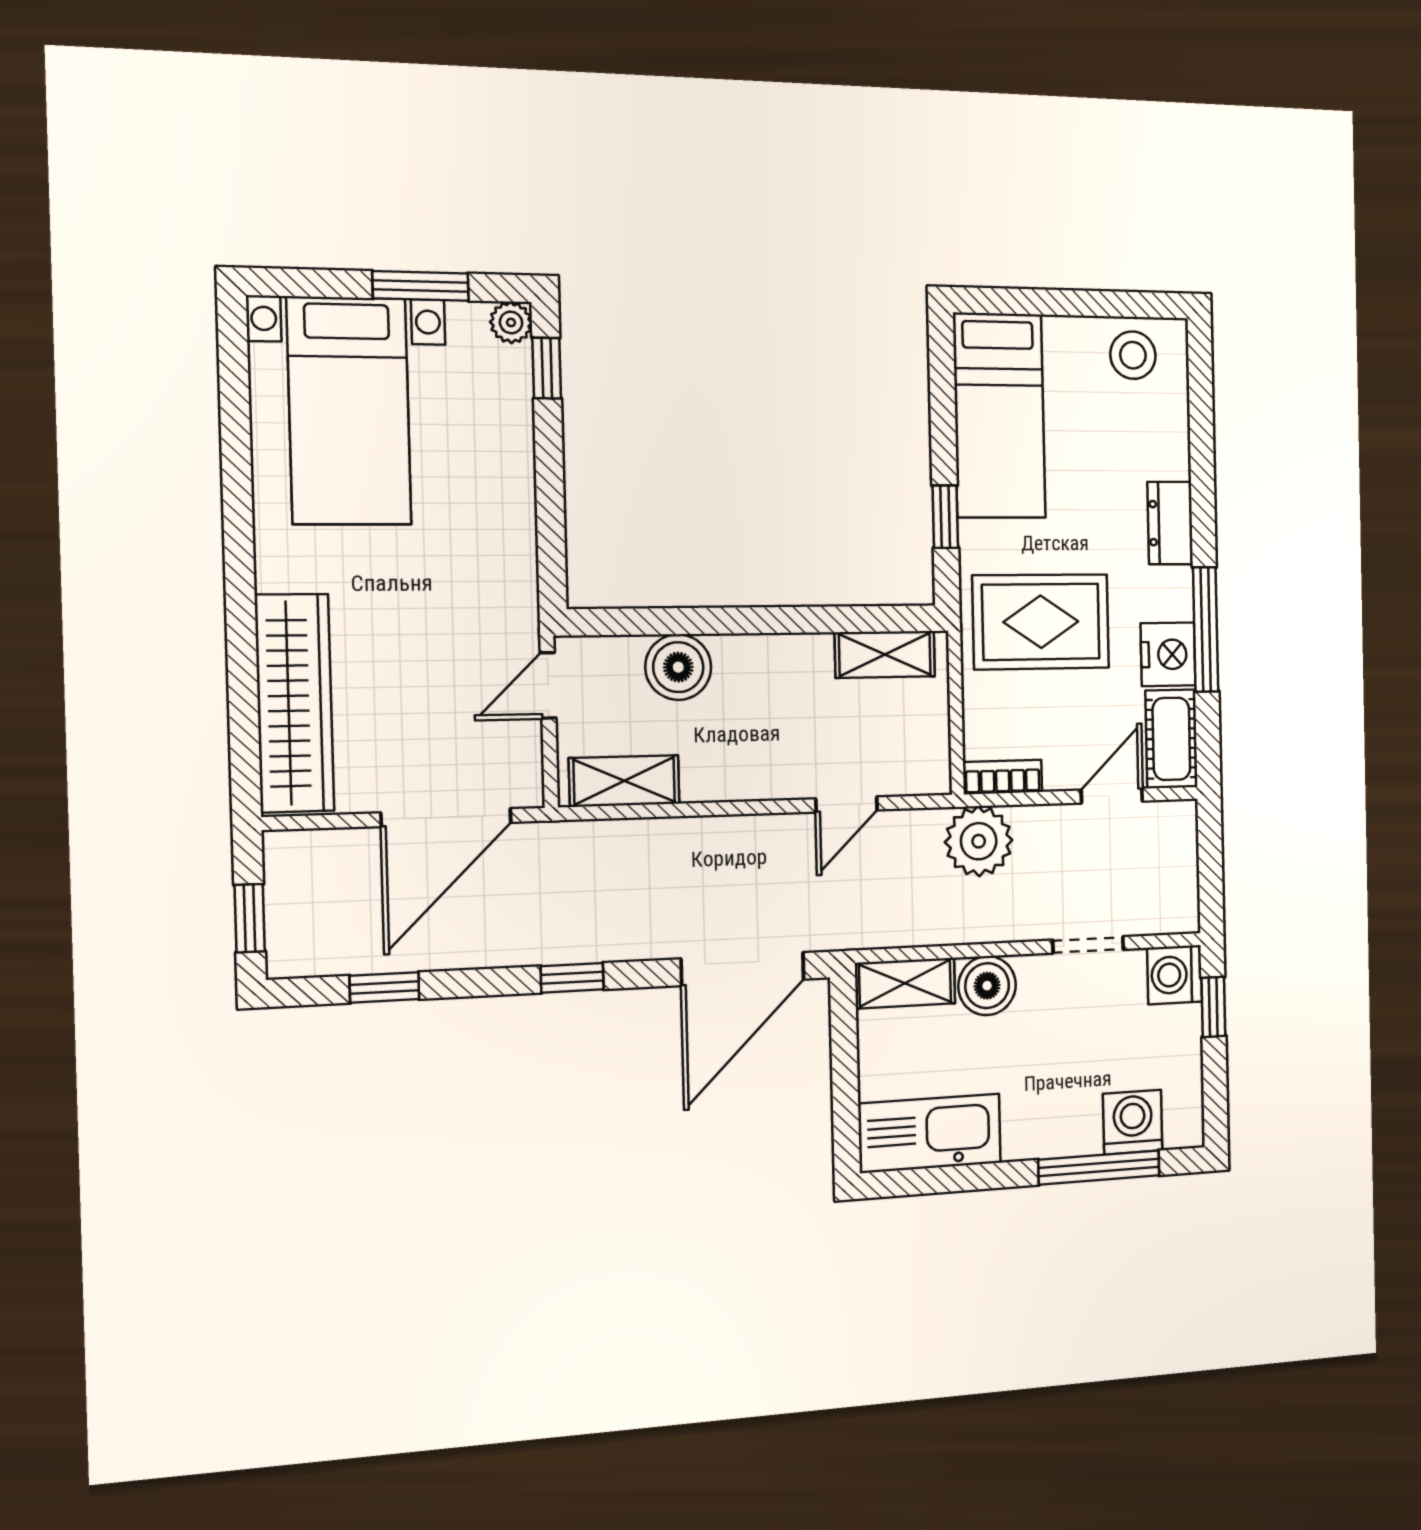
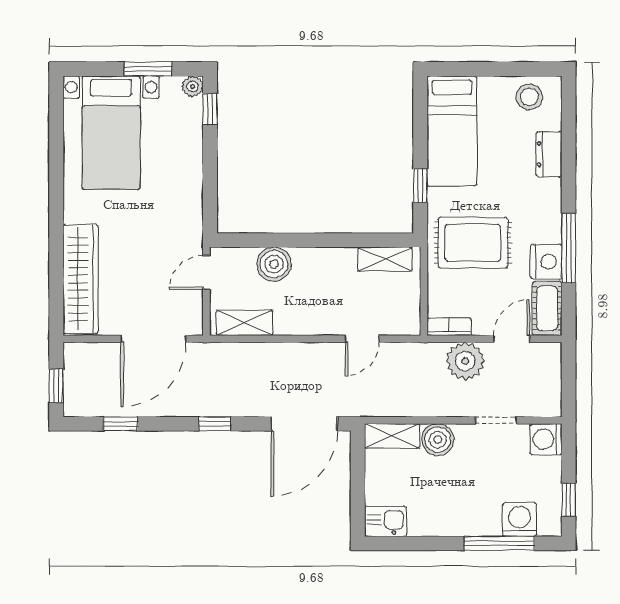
dresser: (1170, 523) -> (549, 154), moved
plant: (979, 841) -> (465, 361), moved
window: (1213, 1007) -> (569, 500), moved
kitchen sink: (930, 1133) -> (386, 521), width x0.53, depth x0.81

